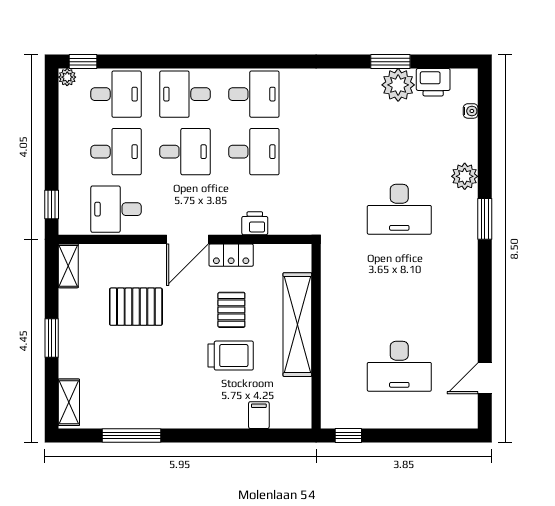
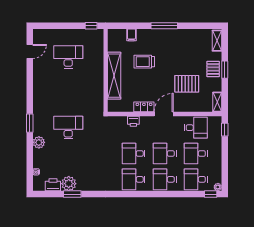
desk: (185, 94) -> (165, 179), turned 180
pallet: (231, 310) -> (213, 69), moved
window: (132, 435) -> (164, 26), moved

